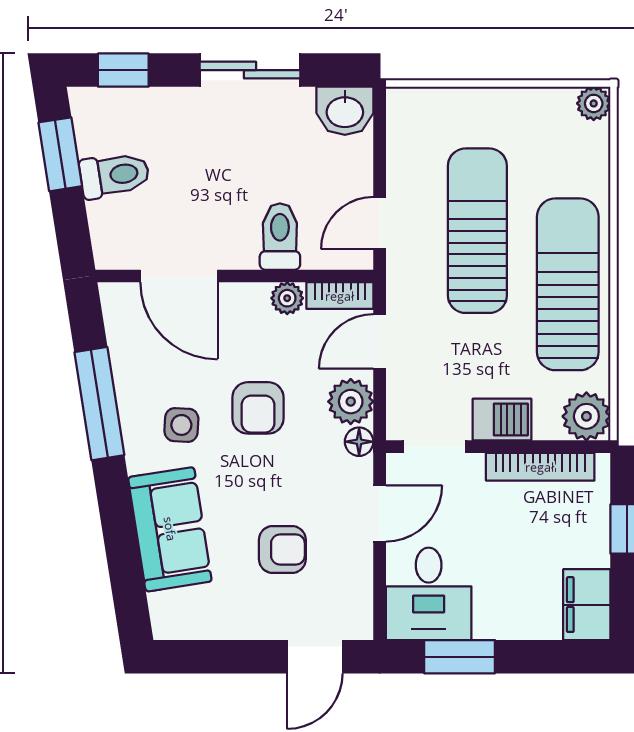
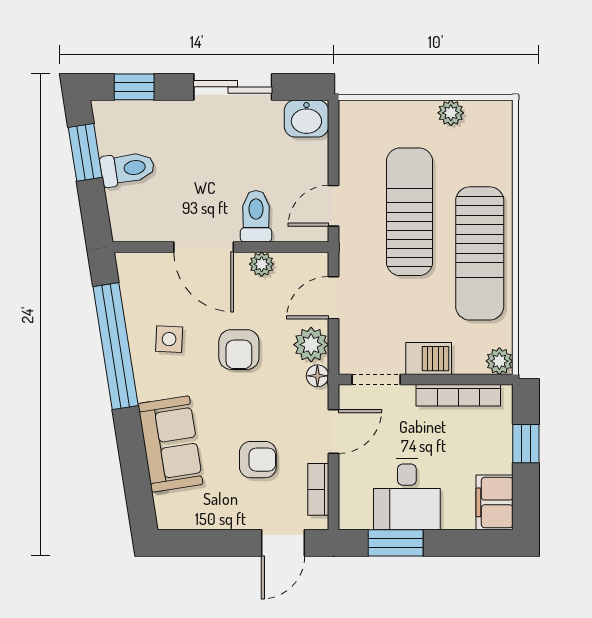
plant: (594, 103) -> (451, 113), moved
door: (179, 276) -> (204, 247), moved
sun lounger: (568, 284) -> (480, 253), turned 180
bookcase: (340, 296) -> (318, 489), moved, turned 90
window: (99, 404) -> (116, 346), width x1.46
plant: (586, 416) -> (499, 361), width x0.73, depth x0.73
side table: (181, 425) -> (169, 339), moved
desk: (429, 594) -> (407, 494), moved

